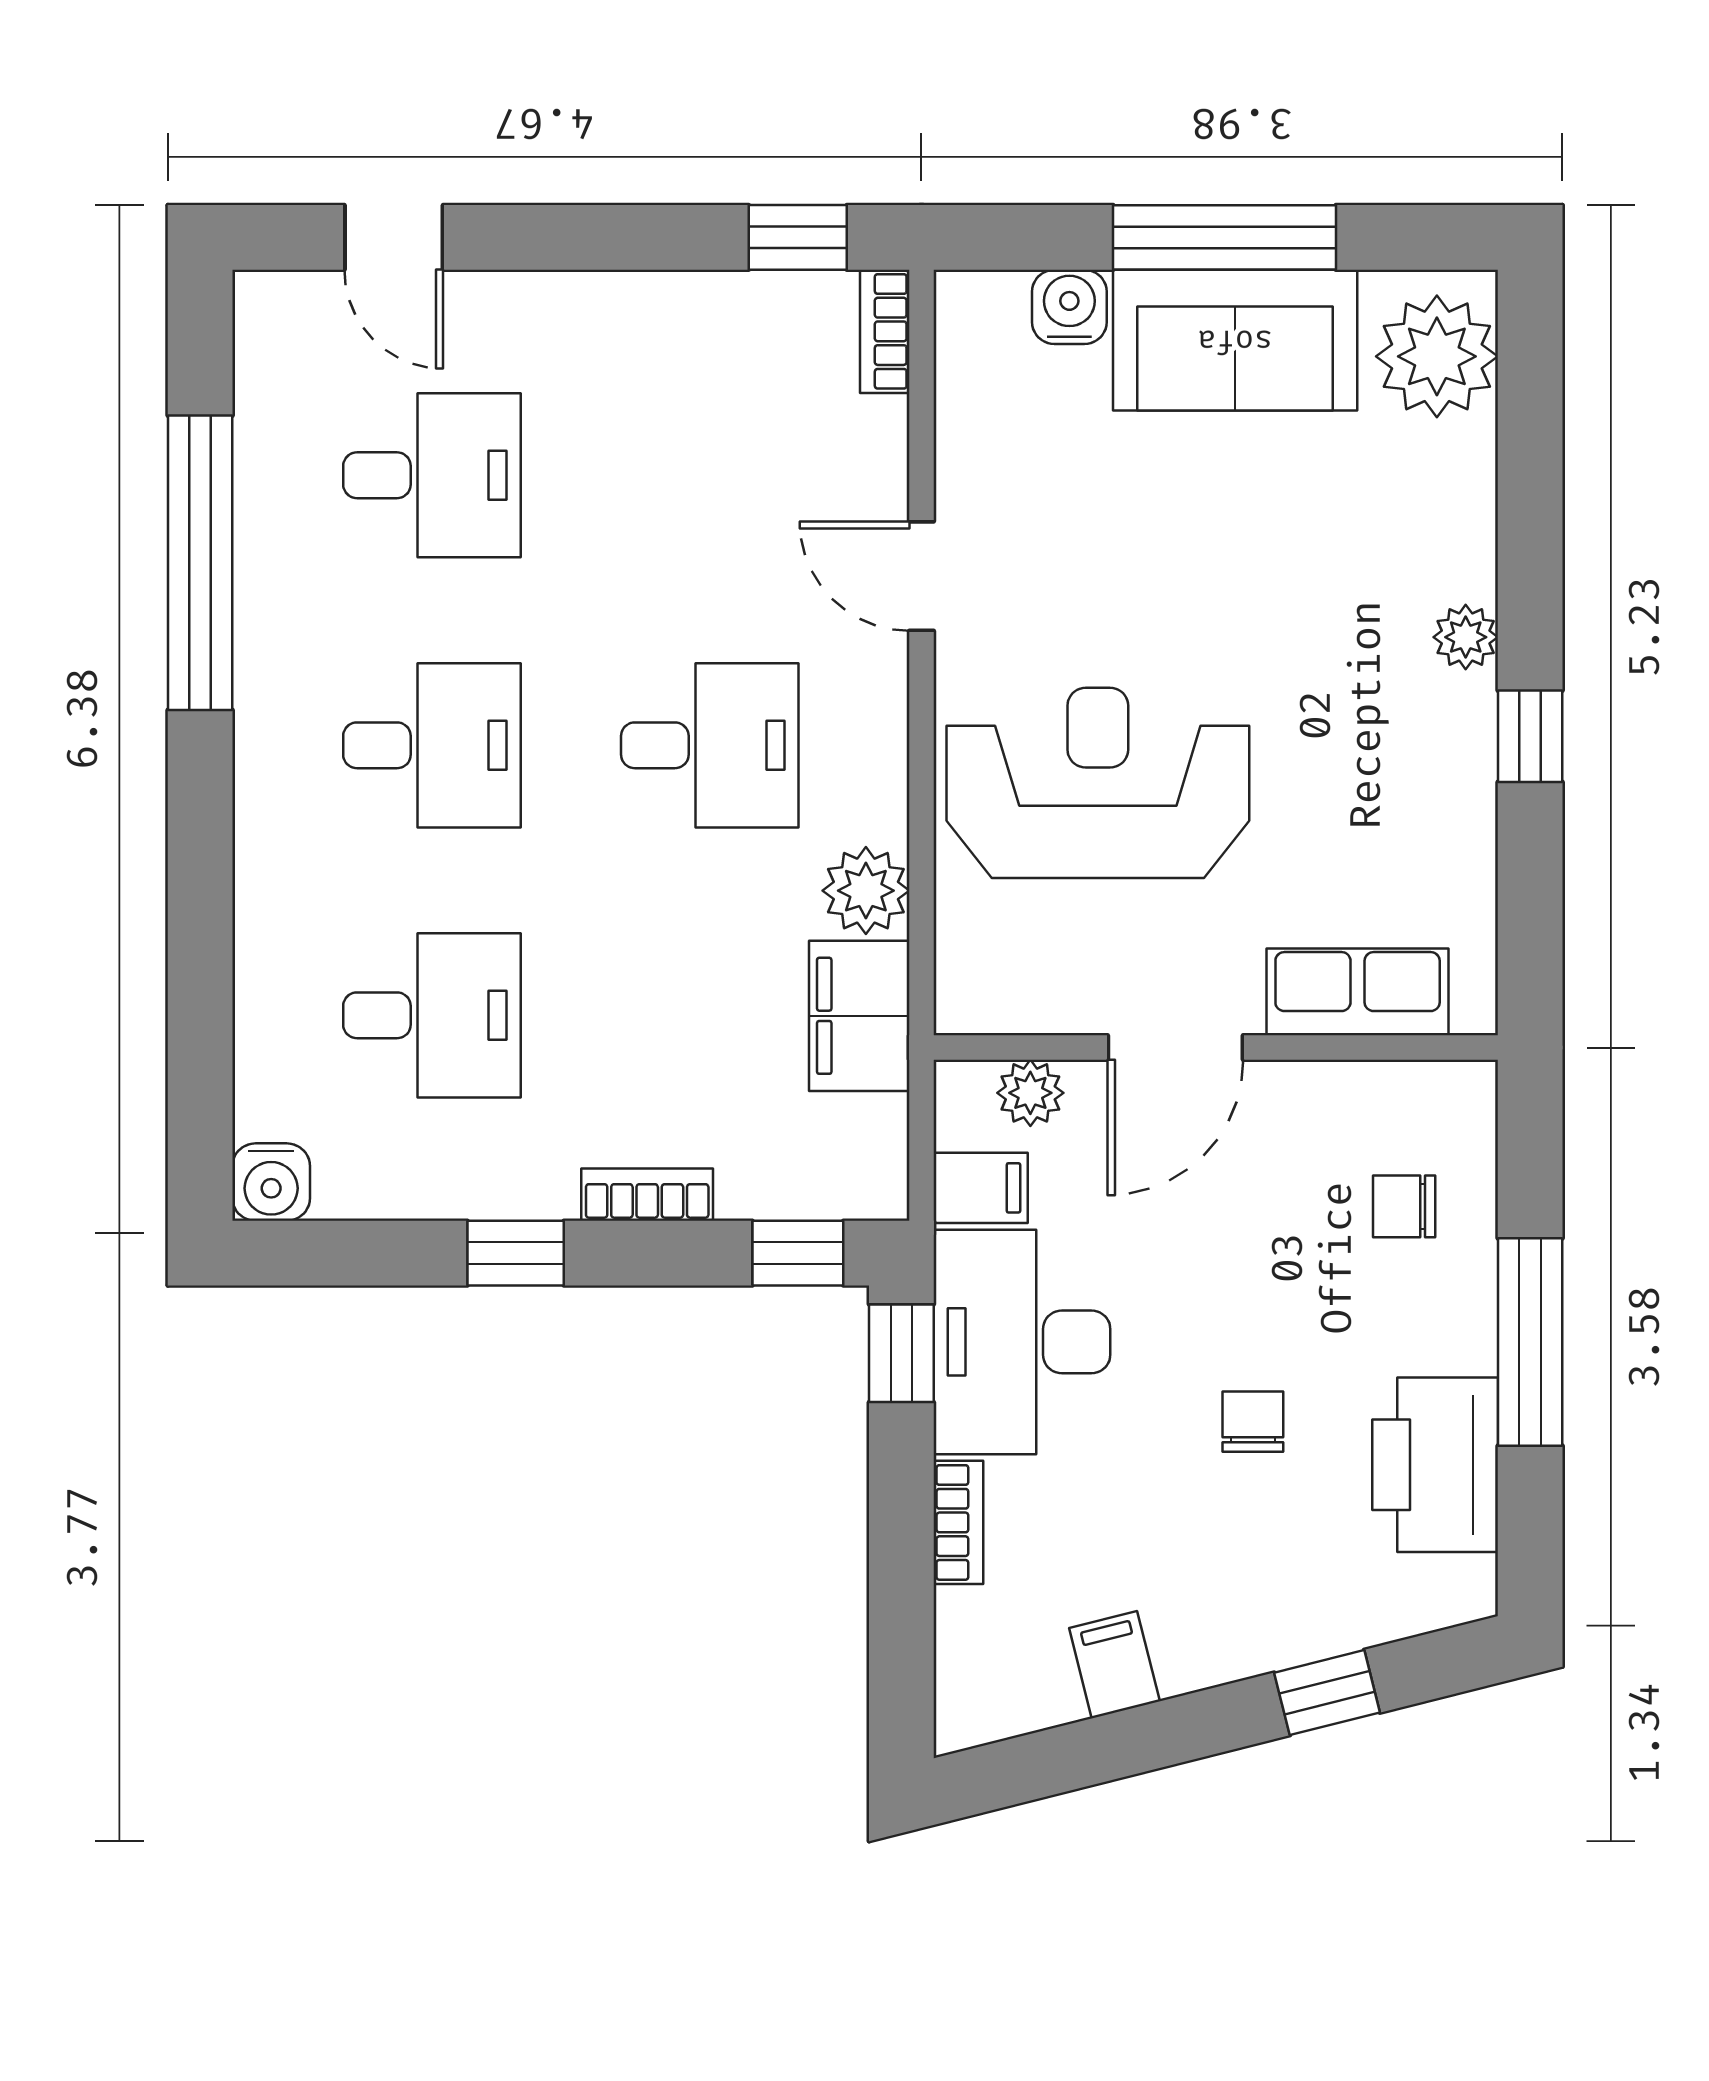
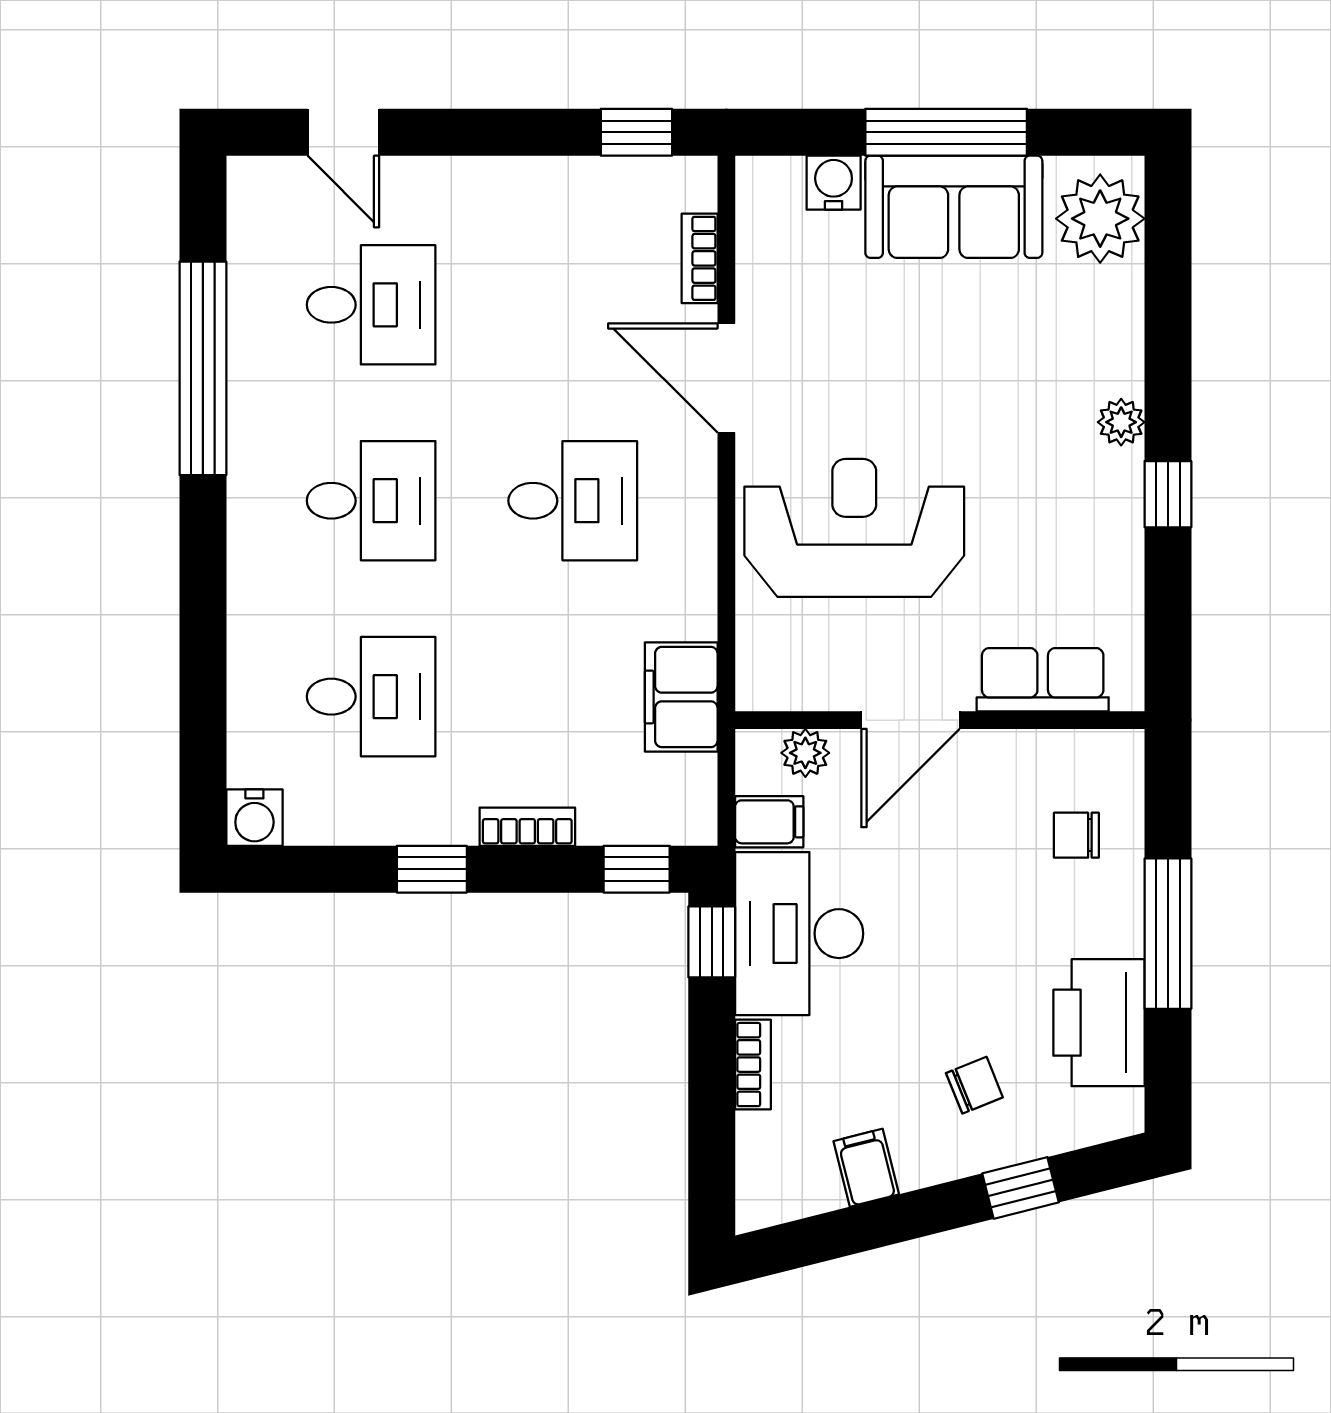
bookcase: (885, 331) -> (700, 258), moved
door: (922, 576) -> (726, 378), width x1.38
plant: (866, 891) -> (686, 606), removed
chair: (1253, 1422) -> (974, 1085), moved, turned 68

